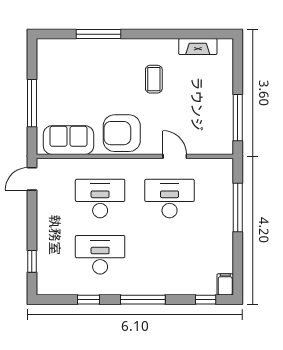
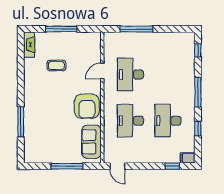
fireplace: (198, 47) -> (29, 45), moved
coffee table: (154, 79) -> (56, 65), moved
window: (238, 118) -> (61, 29), moved
filing cabinet: (225, 284) -> (188, 158), moved

